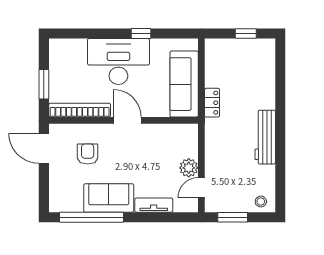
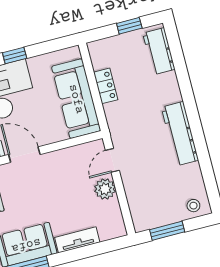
workbench: (265, 62) -> (159, 51), added
locker: (212, 103) -> (106, 86), moved
door: (201, 188) -> (112, 160), moved

